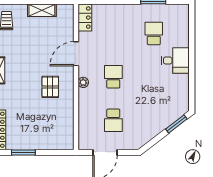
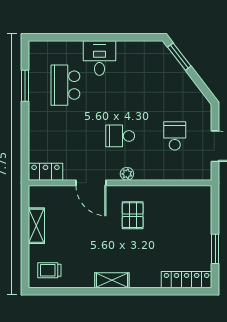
school desk: (154, 33) -> (65, 85), width x1.85
pallet: (50, 87) -> (133, 215), turned 90
school desk: (113, 120) -> (175, 136), turned -90

